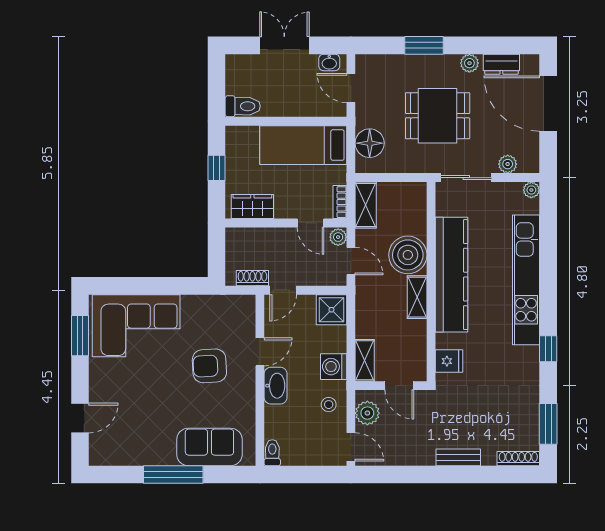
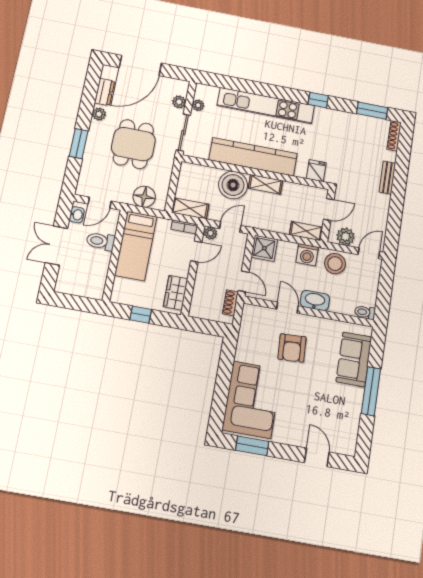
toilet: (243, 106) -> (101, 241), moved, turned -90
plant: (531, 190) -> (198, 105), moved
stool: (329, 405) -> (335, 264), width x1.89, depth x1.89

